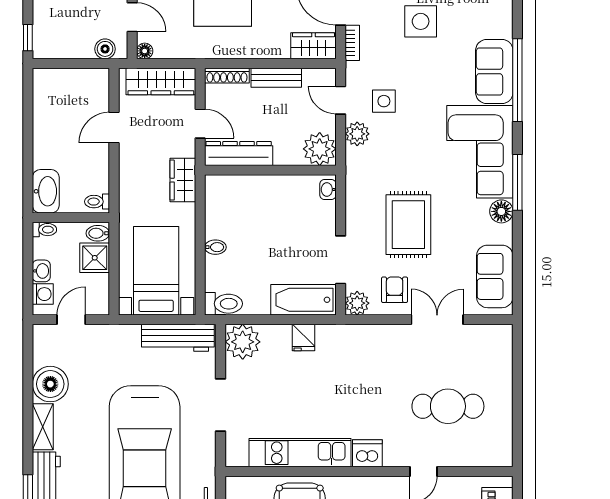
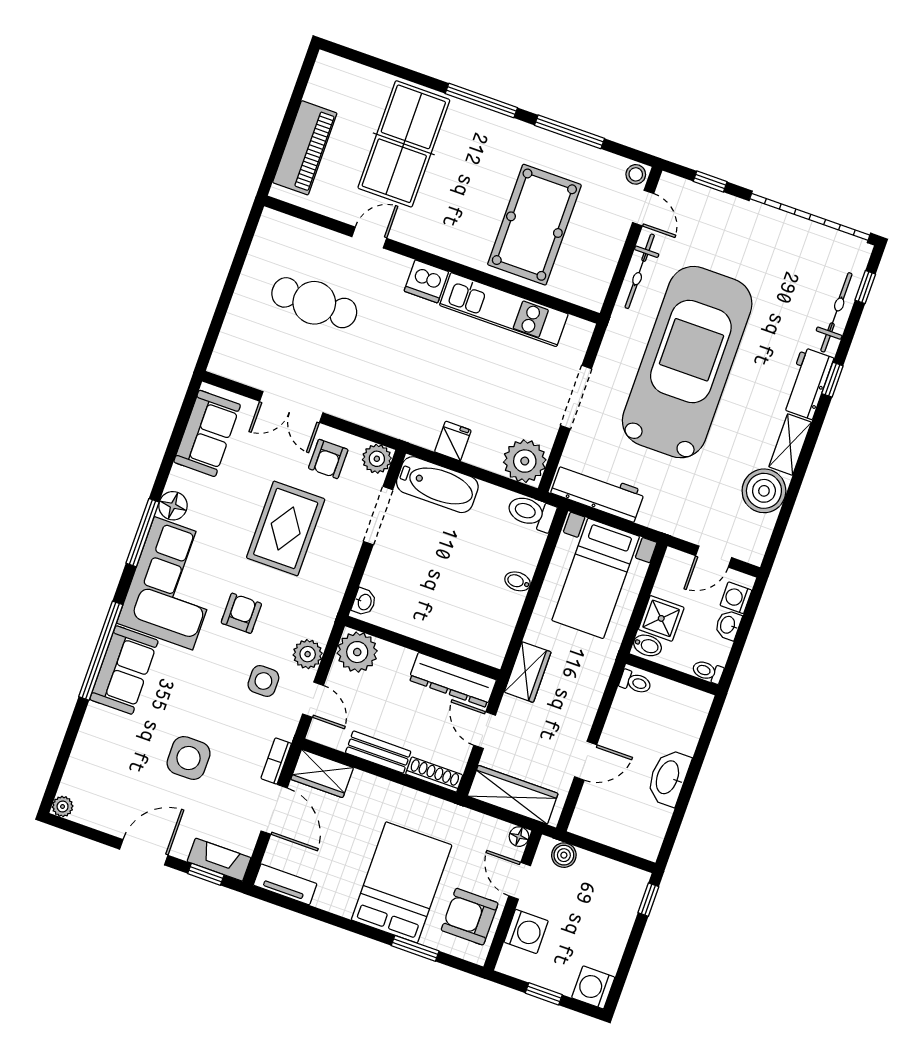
armchair: (419, 147) -> (241, 613), added
washbasin: (46, 191) -> (668, 778), moved

